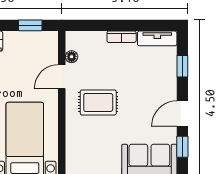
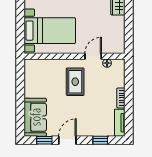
window: (30, 25) -> (129, 34), removed
door: (62, 77) -> (93, 56), hinge flipped
door: (182, 114) -> (67, 140), hinge flipped

